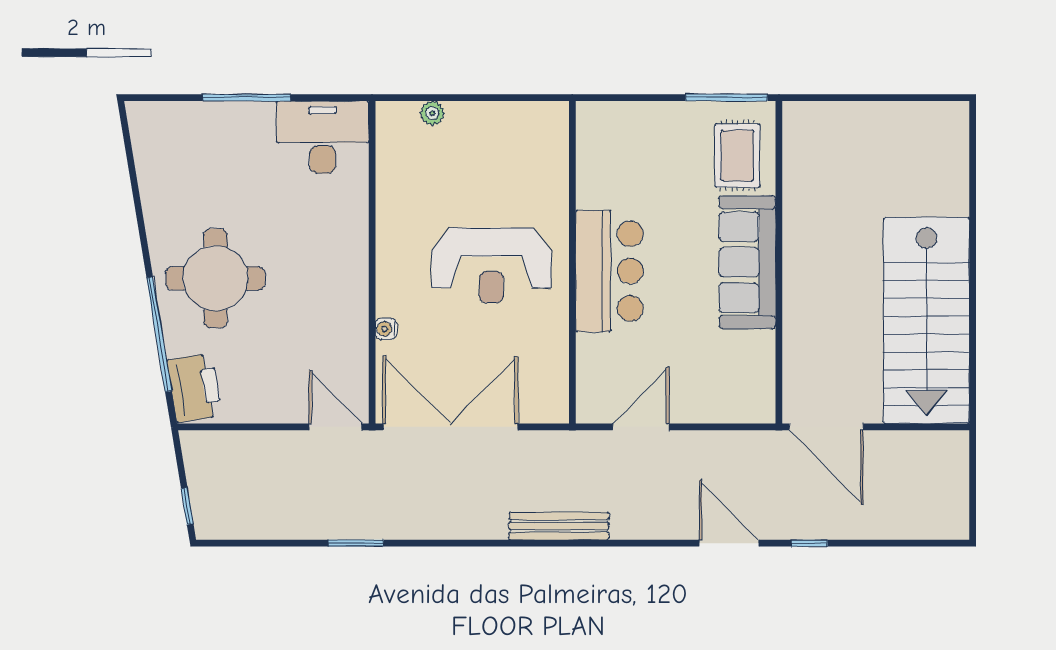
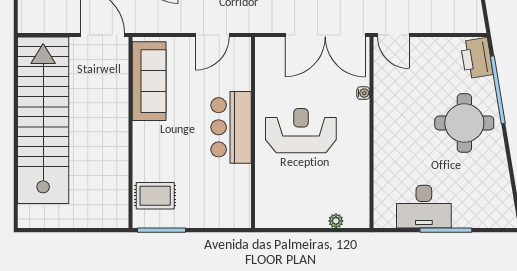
desk: (323, 137) -> (424, 207), moved
rug: (737, 156) -> (155, 196), turned 90
sofa: (747, 262) -> (149, 81), moved
stairs: (927, 321) -> (43, 120), width x1.36

